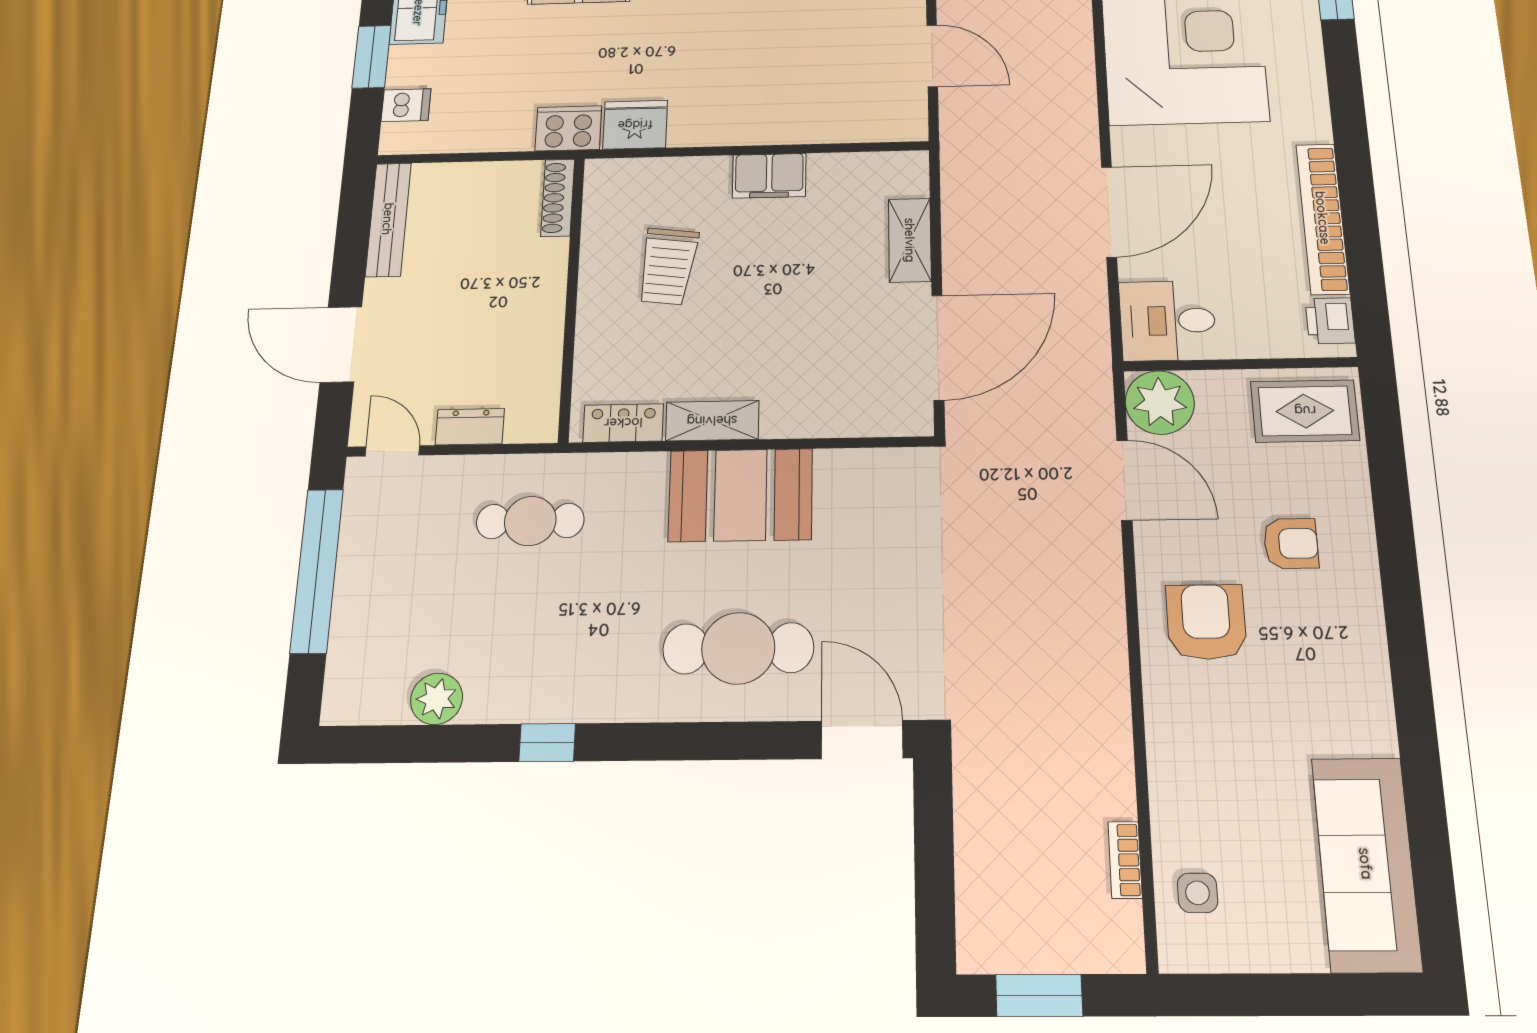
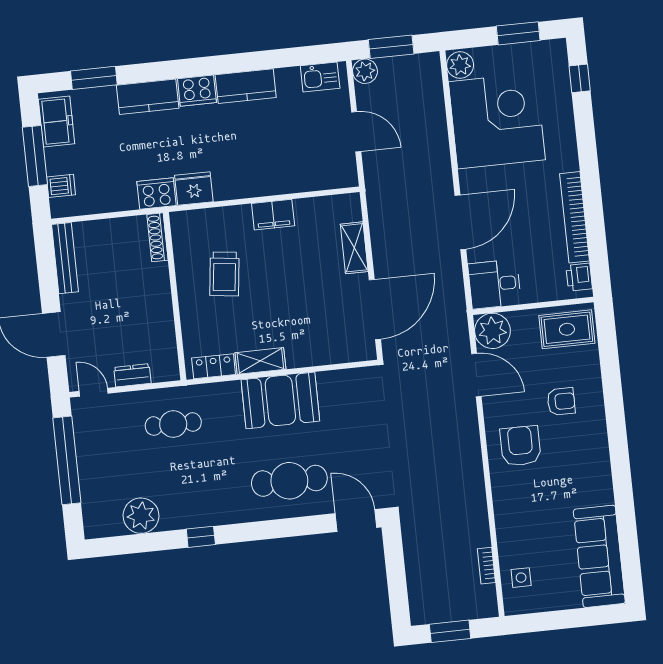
window: (372, 57) -> (35, 156), width x1.44
plant: (437, 699) -> (141, 516), width x1.36, depth x1.36

